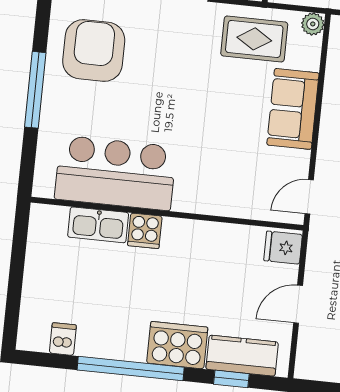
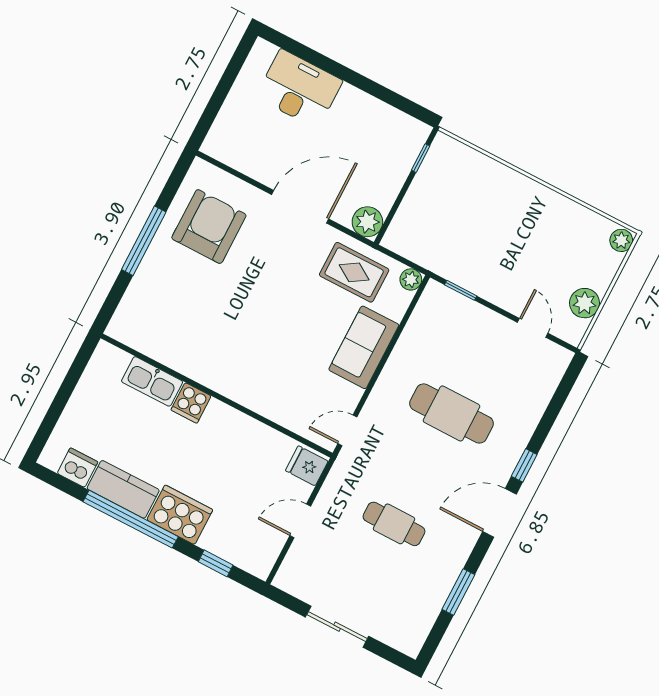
bar counter: (115, 173) -> (185, 342), removed
dishwasher: (63, 339) -> (78, 468), width x1.38
kitchen counter: (242, 356) -> (123, 489), moved

